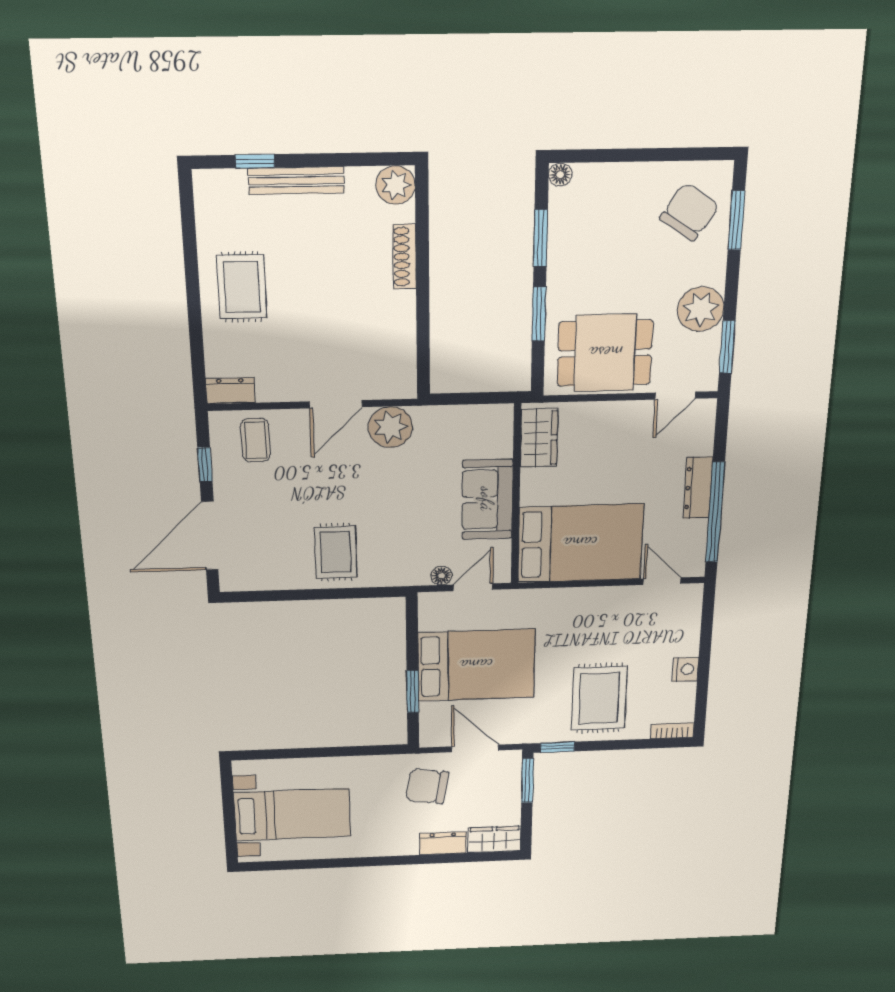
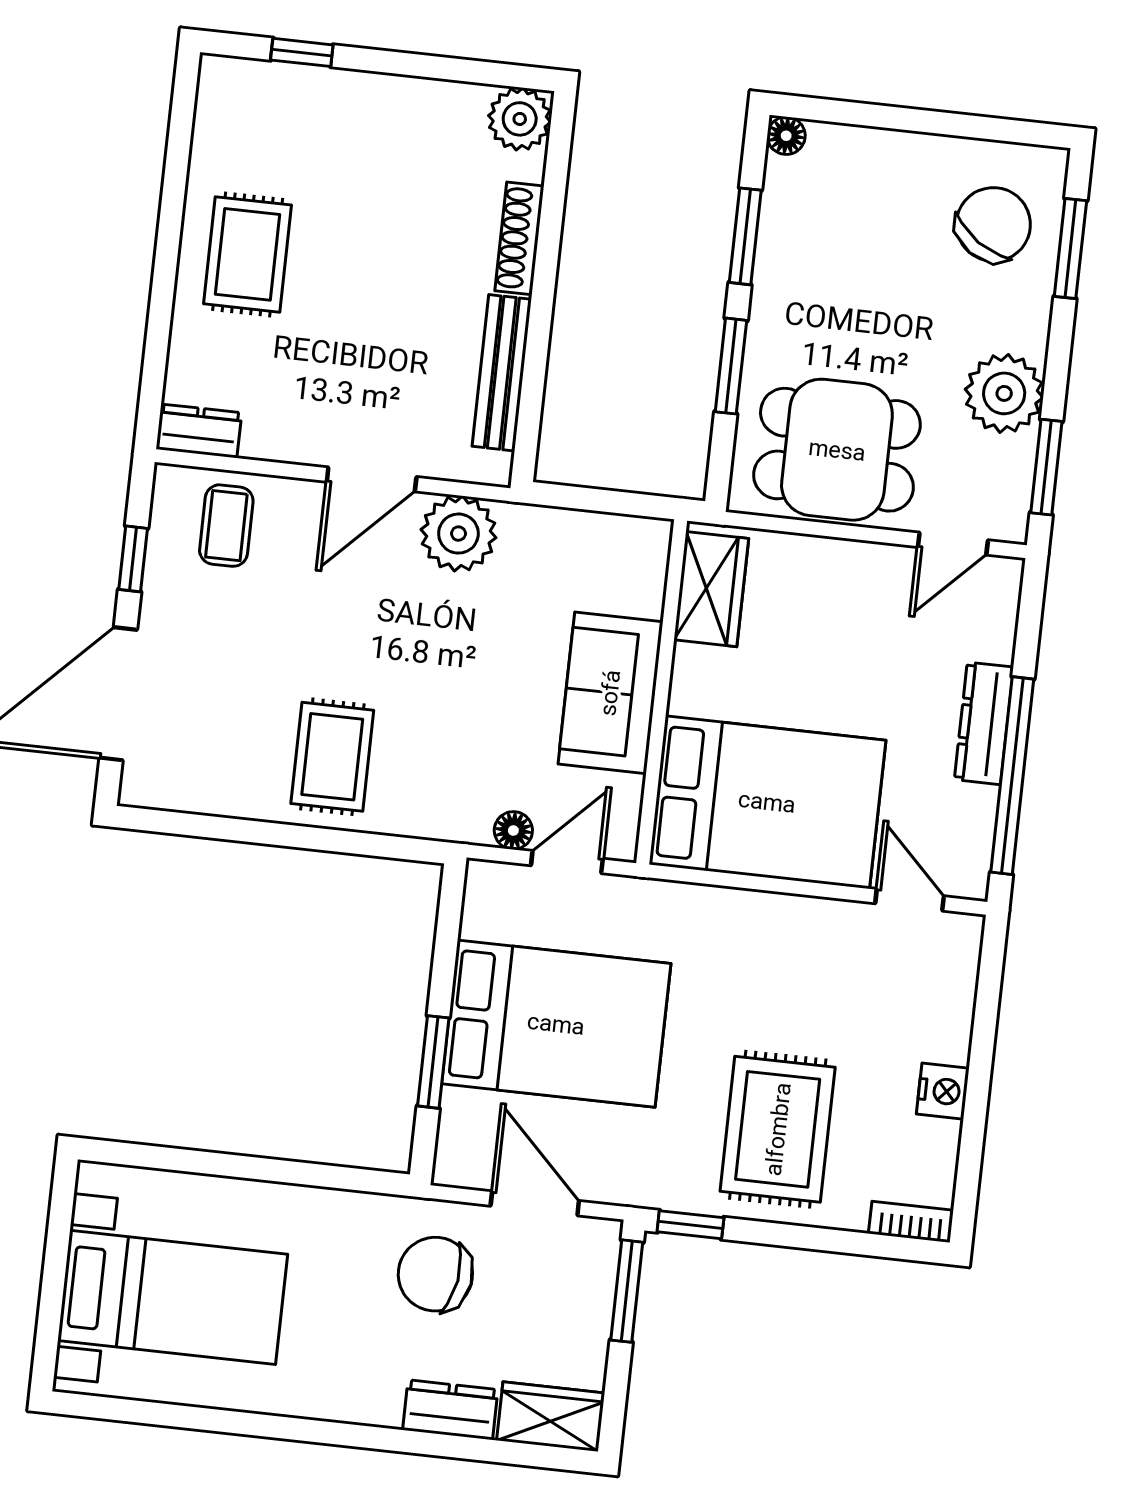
bench: (296, 181) -> (502, 373), moved, turned 90

